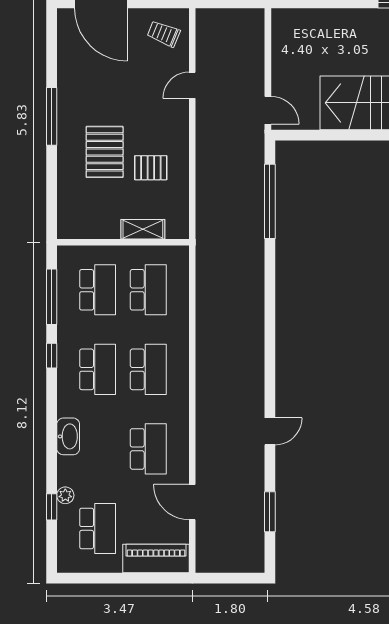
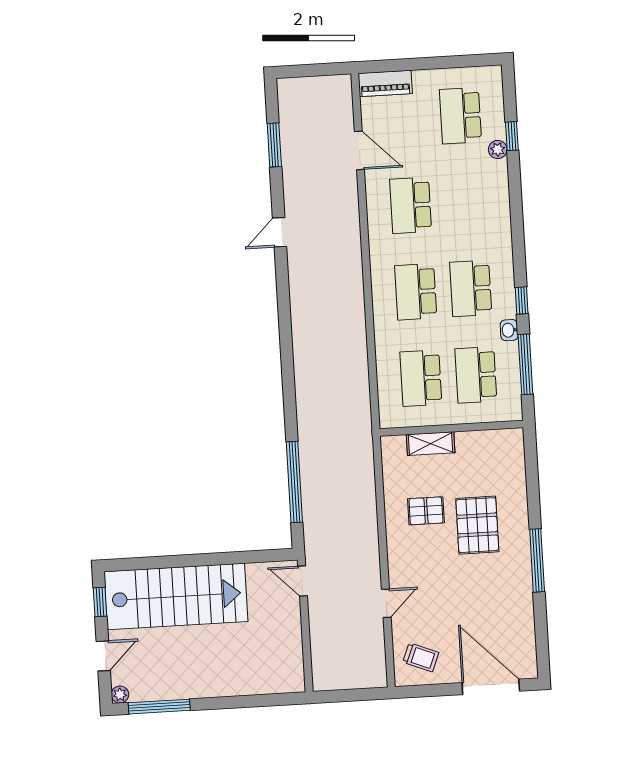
washbasin: (68, 436) -> (509, 330), moved, width x0.52, depth x0.69
piano: (156, 559) -> (385, 83), width x0.73, depth x0.75

